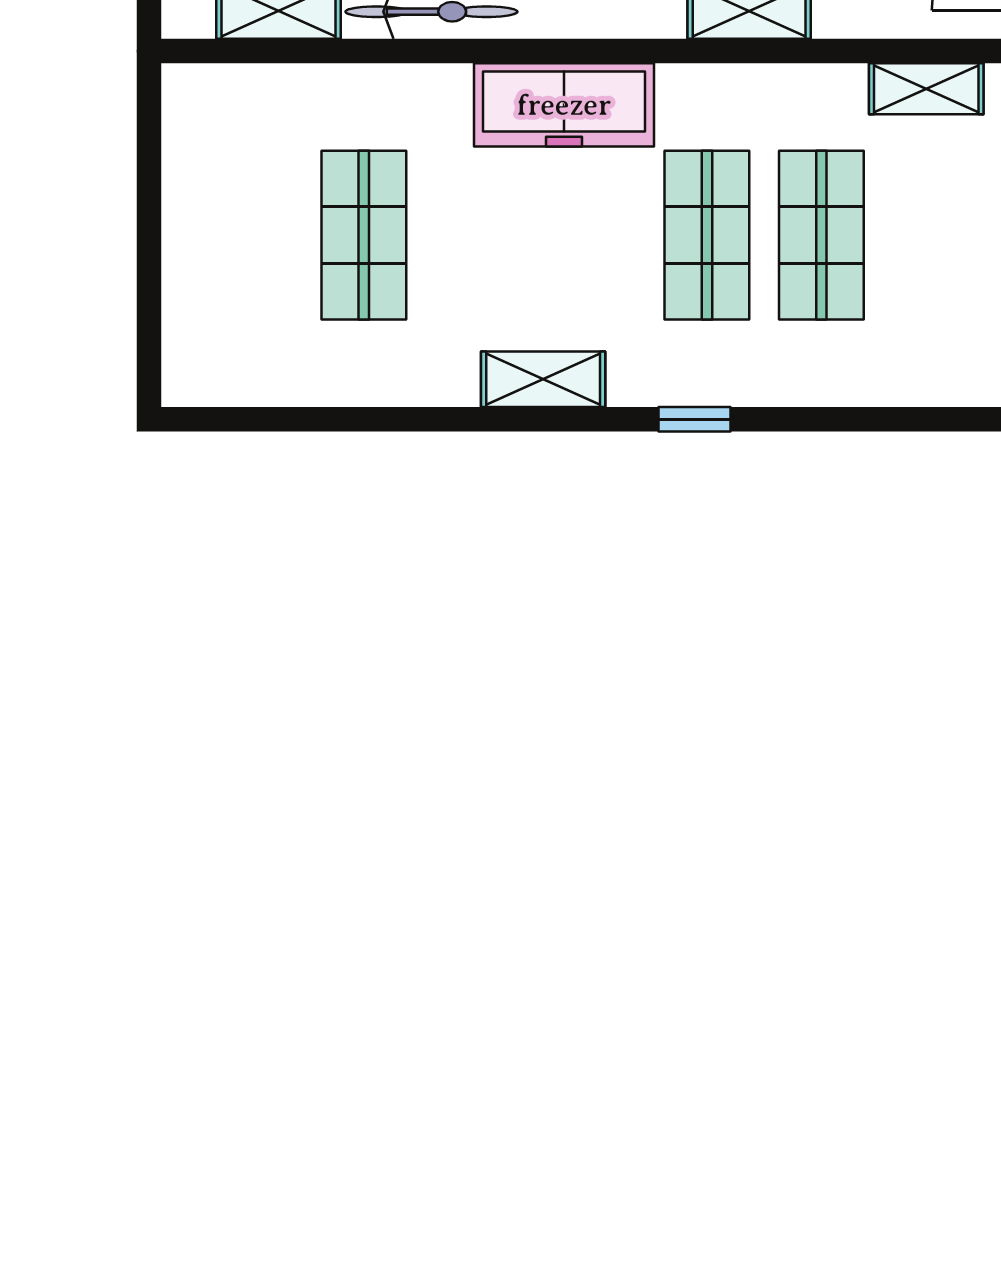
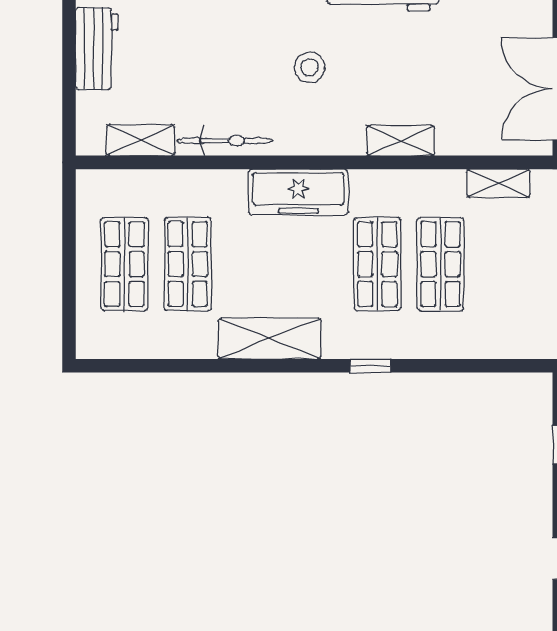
shop shelf: (249, 235) -> (124, 264), added
shelving: (543, 379) -> (270, 339), width x1.50, depth x1.33

